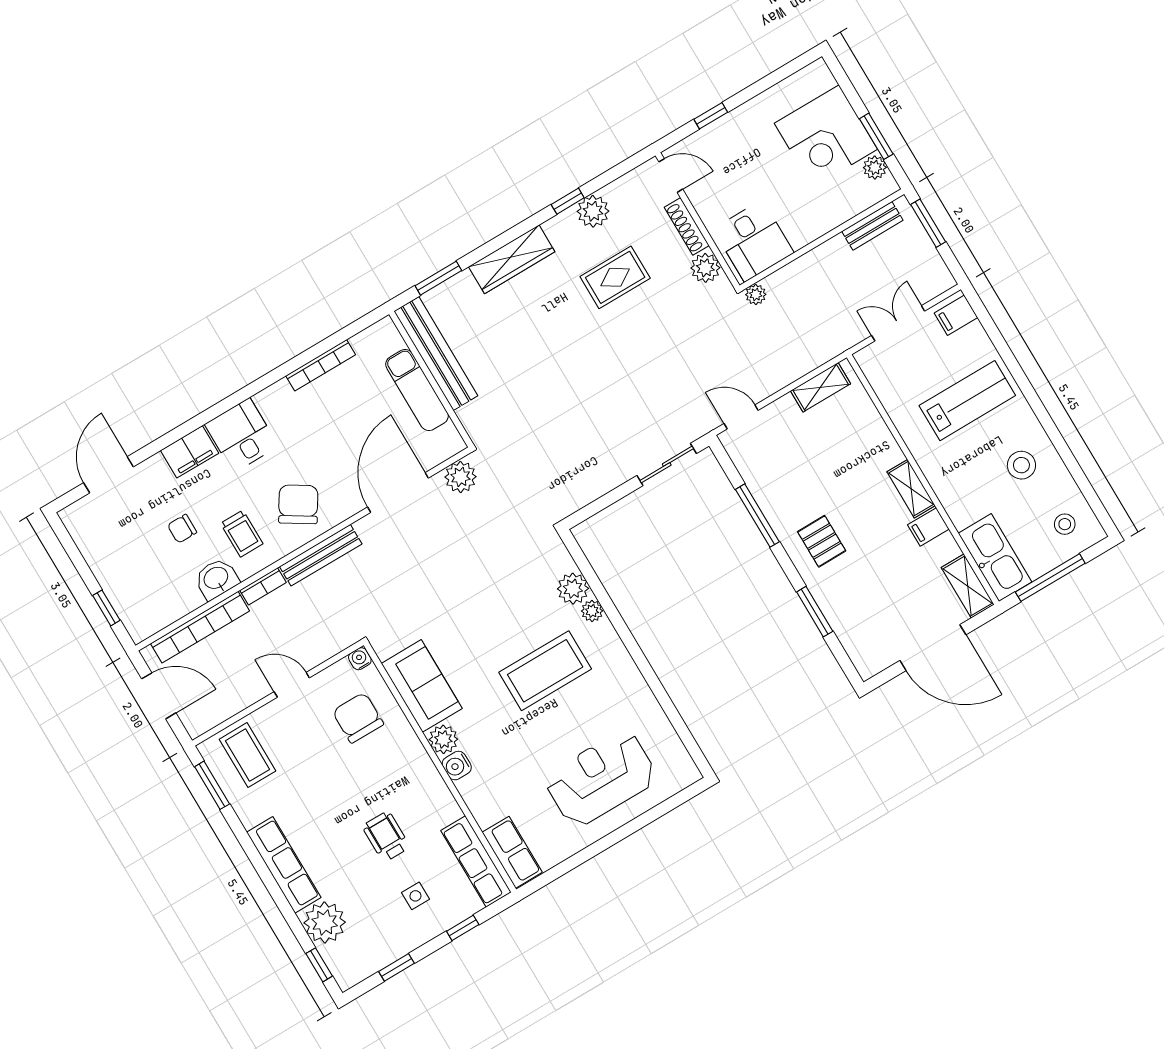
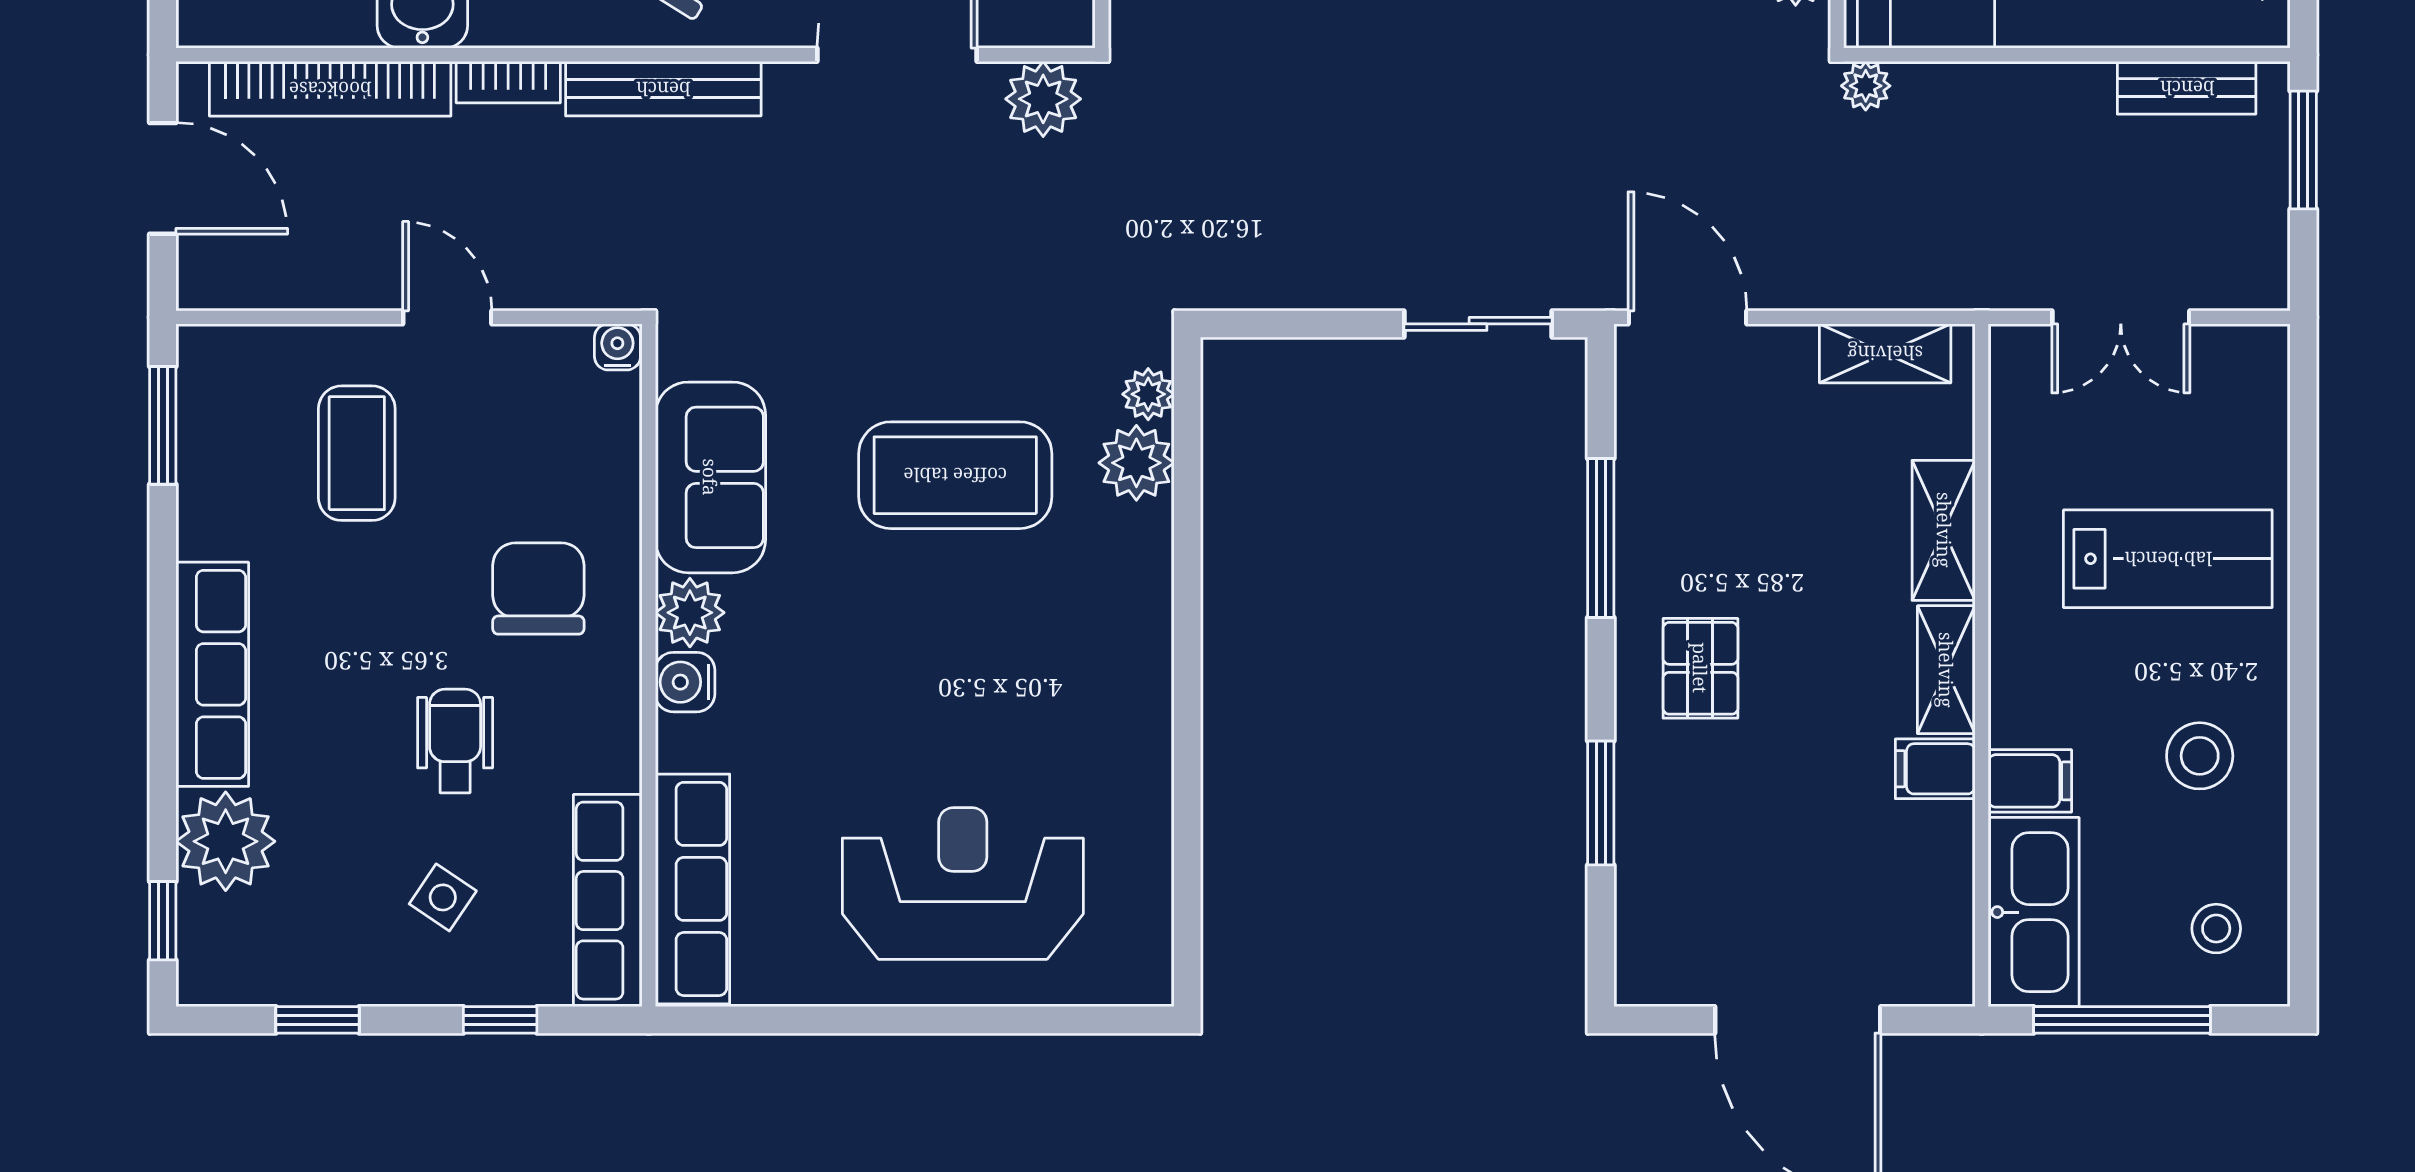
filing cabinet: (956, 315) -> (2030, 781), moved, turned 180
double door: (898, 323) -> (2121, 317), swing flipped
door: (741, 417) -> (1687, 317), width x1.38
shelving: (968, 586) -> (1944, 530), moved
plant: (592, 611) -> (1148, 394), moved
coffee table: (545, 671) -> (955, 475), moved
chair: (358, 718) -> (538, 589), moved
coffee table: (248, 755) -> (357, 453), moved
row of seats: (512, 852) -> (692, 889), width x1.48
side table: (415, 896) -> (443, 897), turned 34

